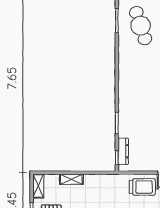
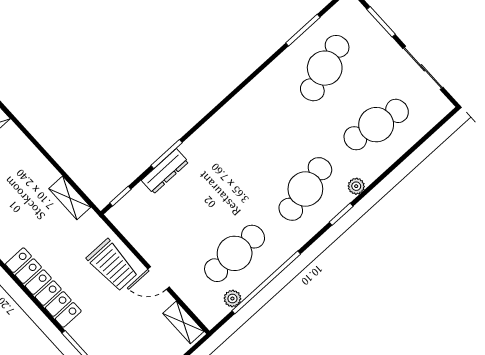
dresser: (123, 151) -> (165, 171), moved
shelving: (71, 179) -> (70, 198), moved

